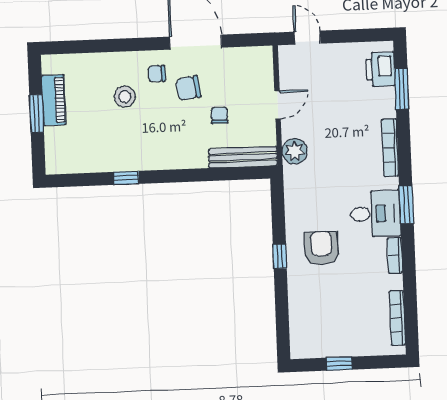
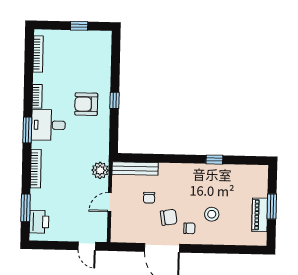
armchair: (321, 248) -> (86, 104), turned 90

